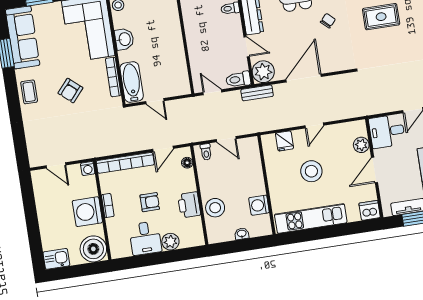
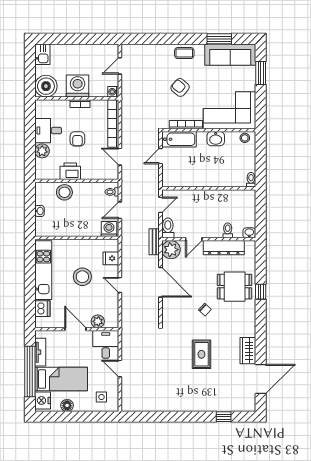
floor lamp: (187, 163) -> (105, 175), removed
washing machine: (259, 205) -> (109, 229), moved
dishwasher: (370, 210) -> (42, 309), moved

